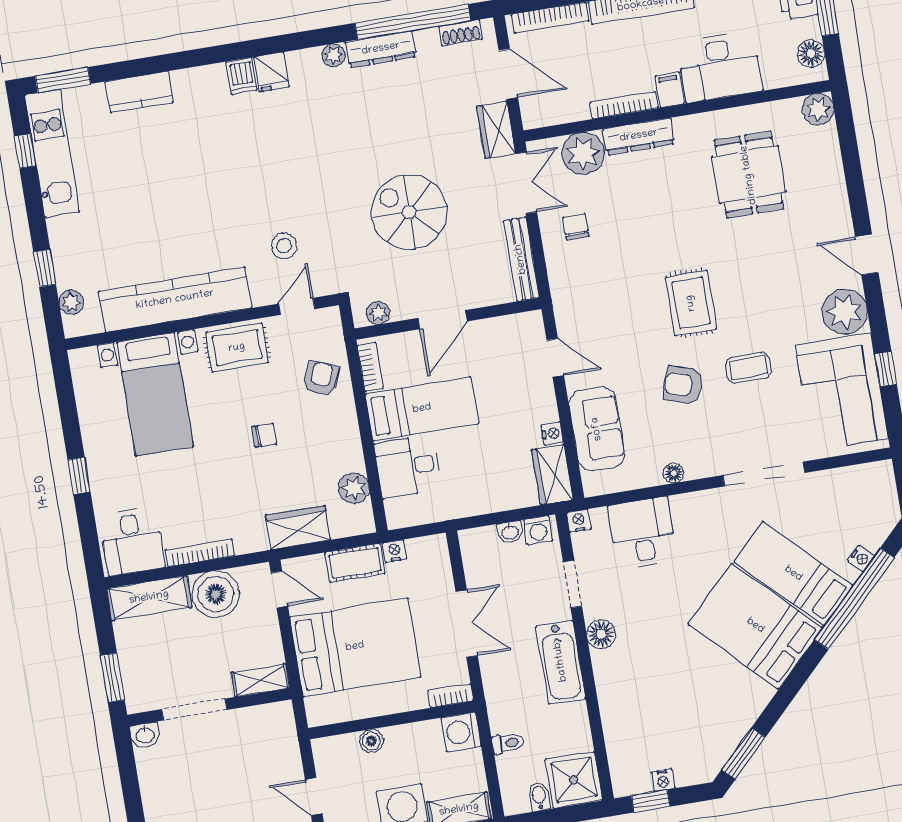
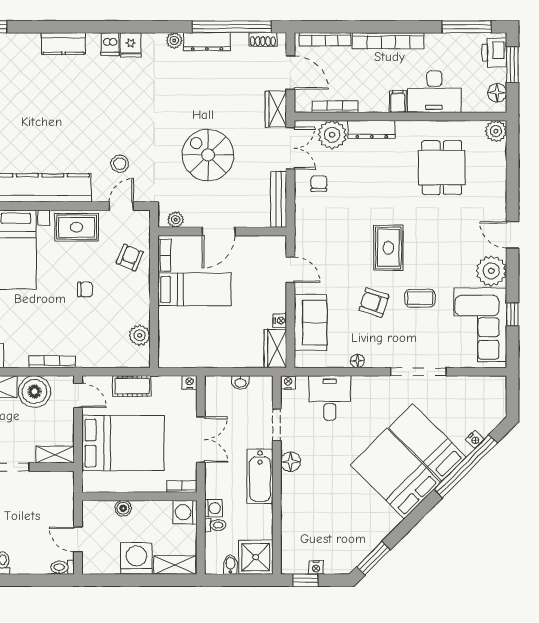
kitchen counter: (139, 92) -> (63, 44), moved
bookcase: (624, 105) -> (335, 107), moved
desk: (408, 466) -> (179, 327), removed
wardrobe: (298, 528) -> (97, 356), removed
washing machine: (538, 530) -> (213, 508), moved, turned -90
nightstand: (395, 551) -> (190, 382), moved
bookcase: (200, 553) -> (52, 362), moved

